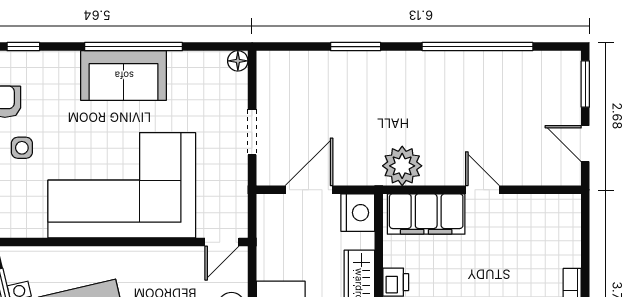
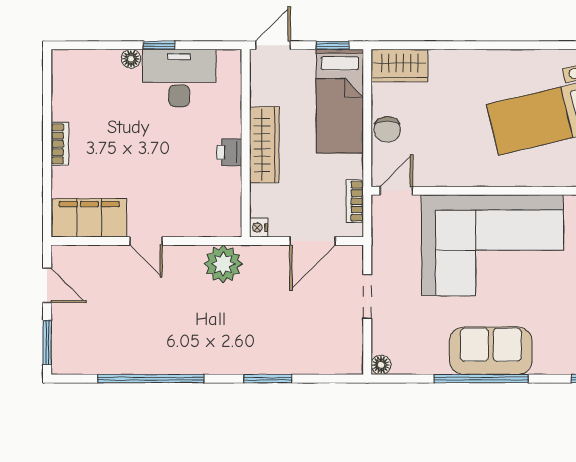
nightstand: (358, 213) -> (259, 227), width x0.53, depth x0.56
filing cabinet: (426, 214) -> (89, 218), moved
bookcase: (265, 231) -> (355, 201), added

